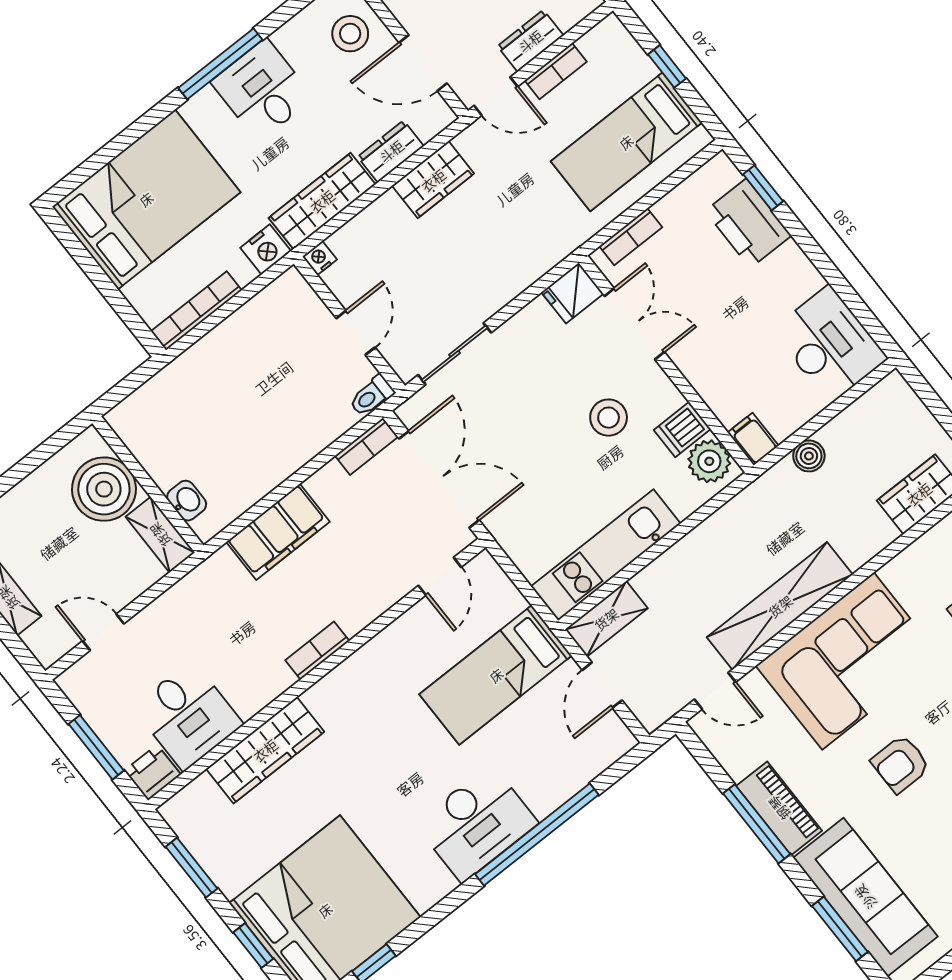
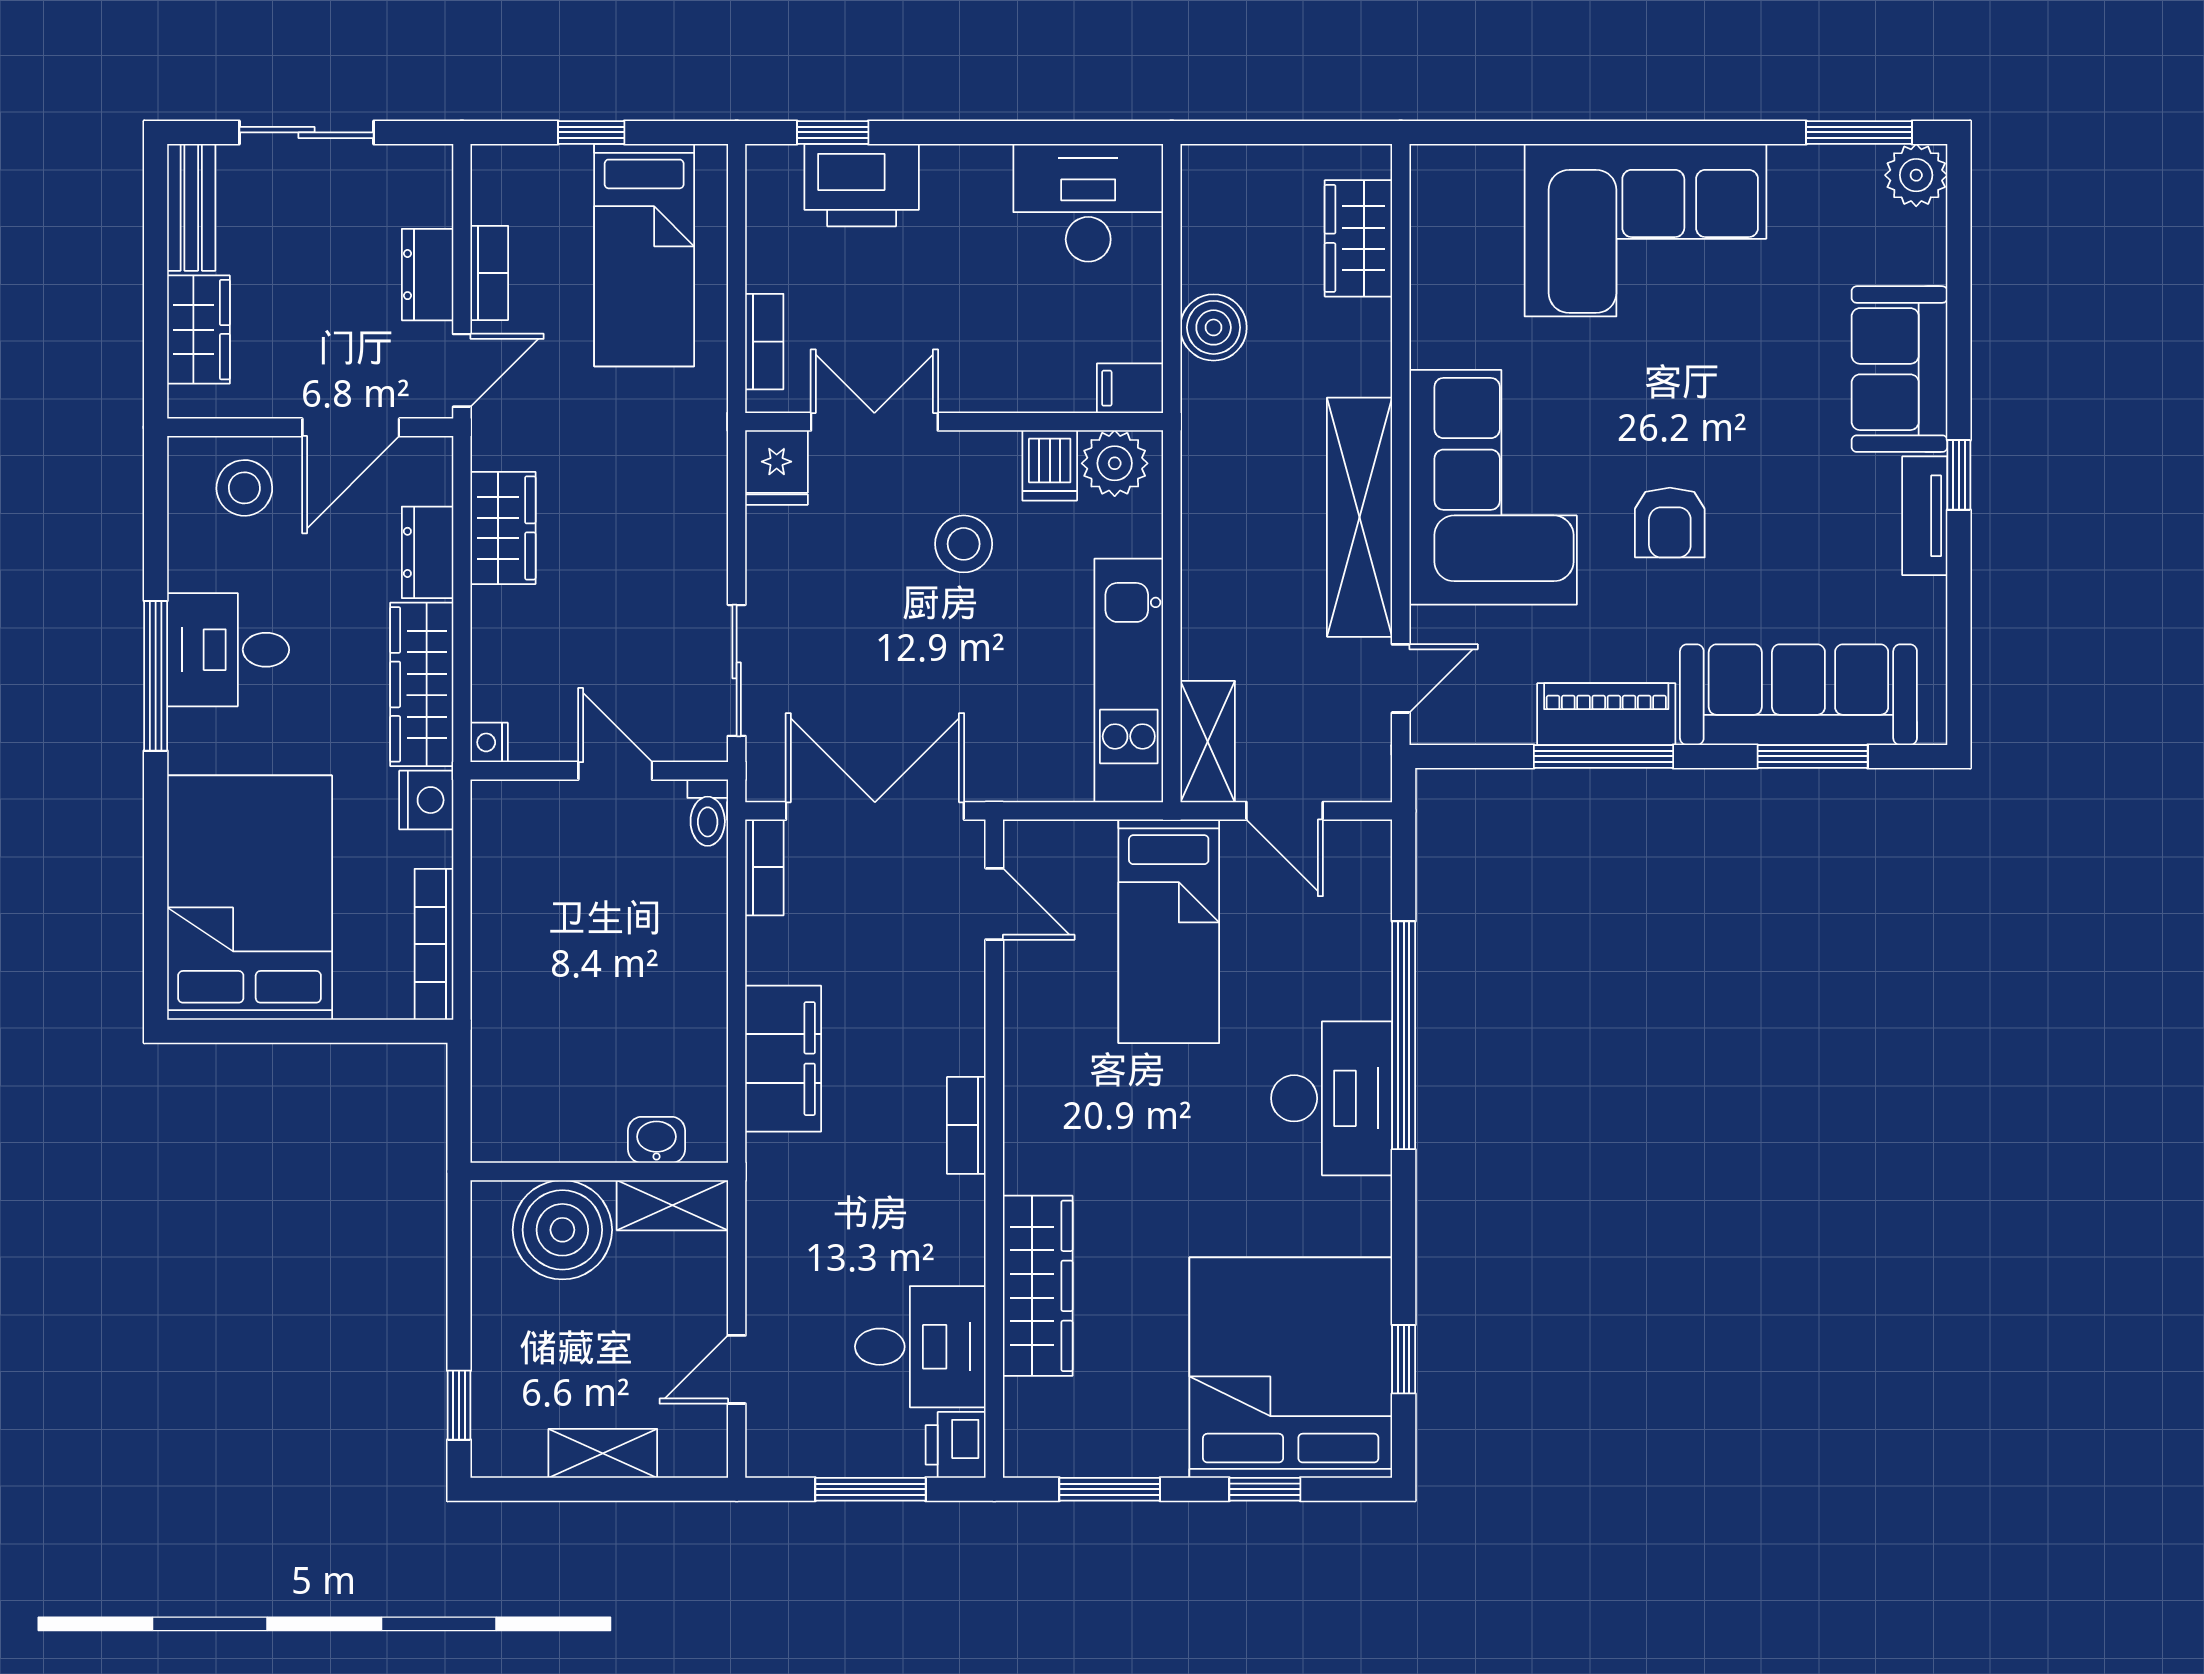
boiler: (809, 456) -> (1214, 327), width x1.36, depth x1.36

